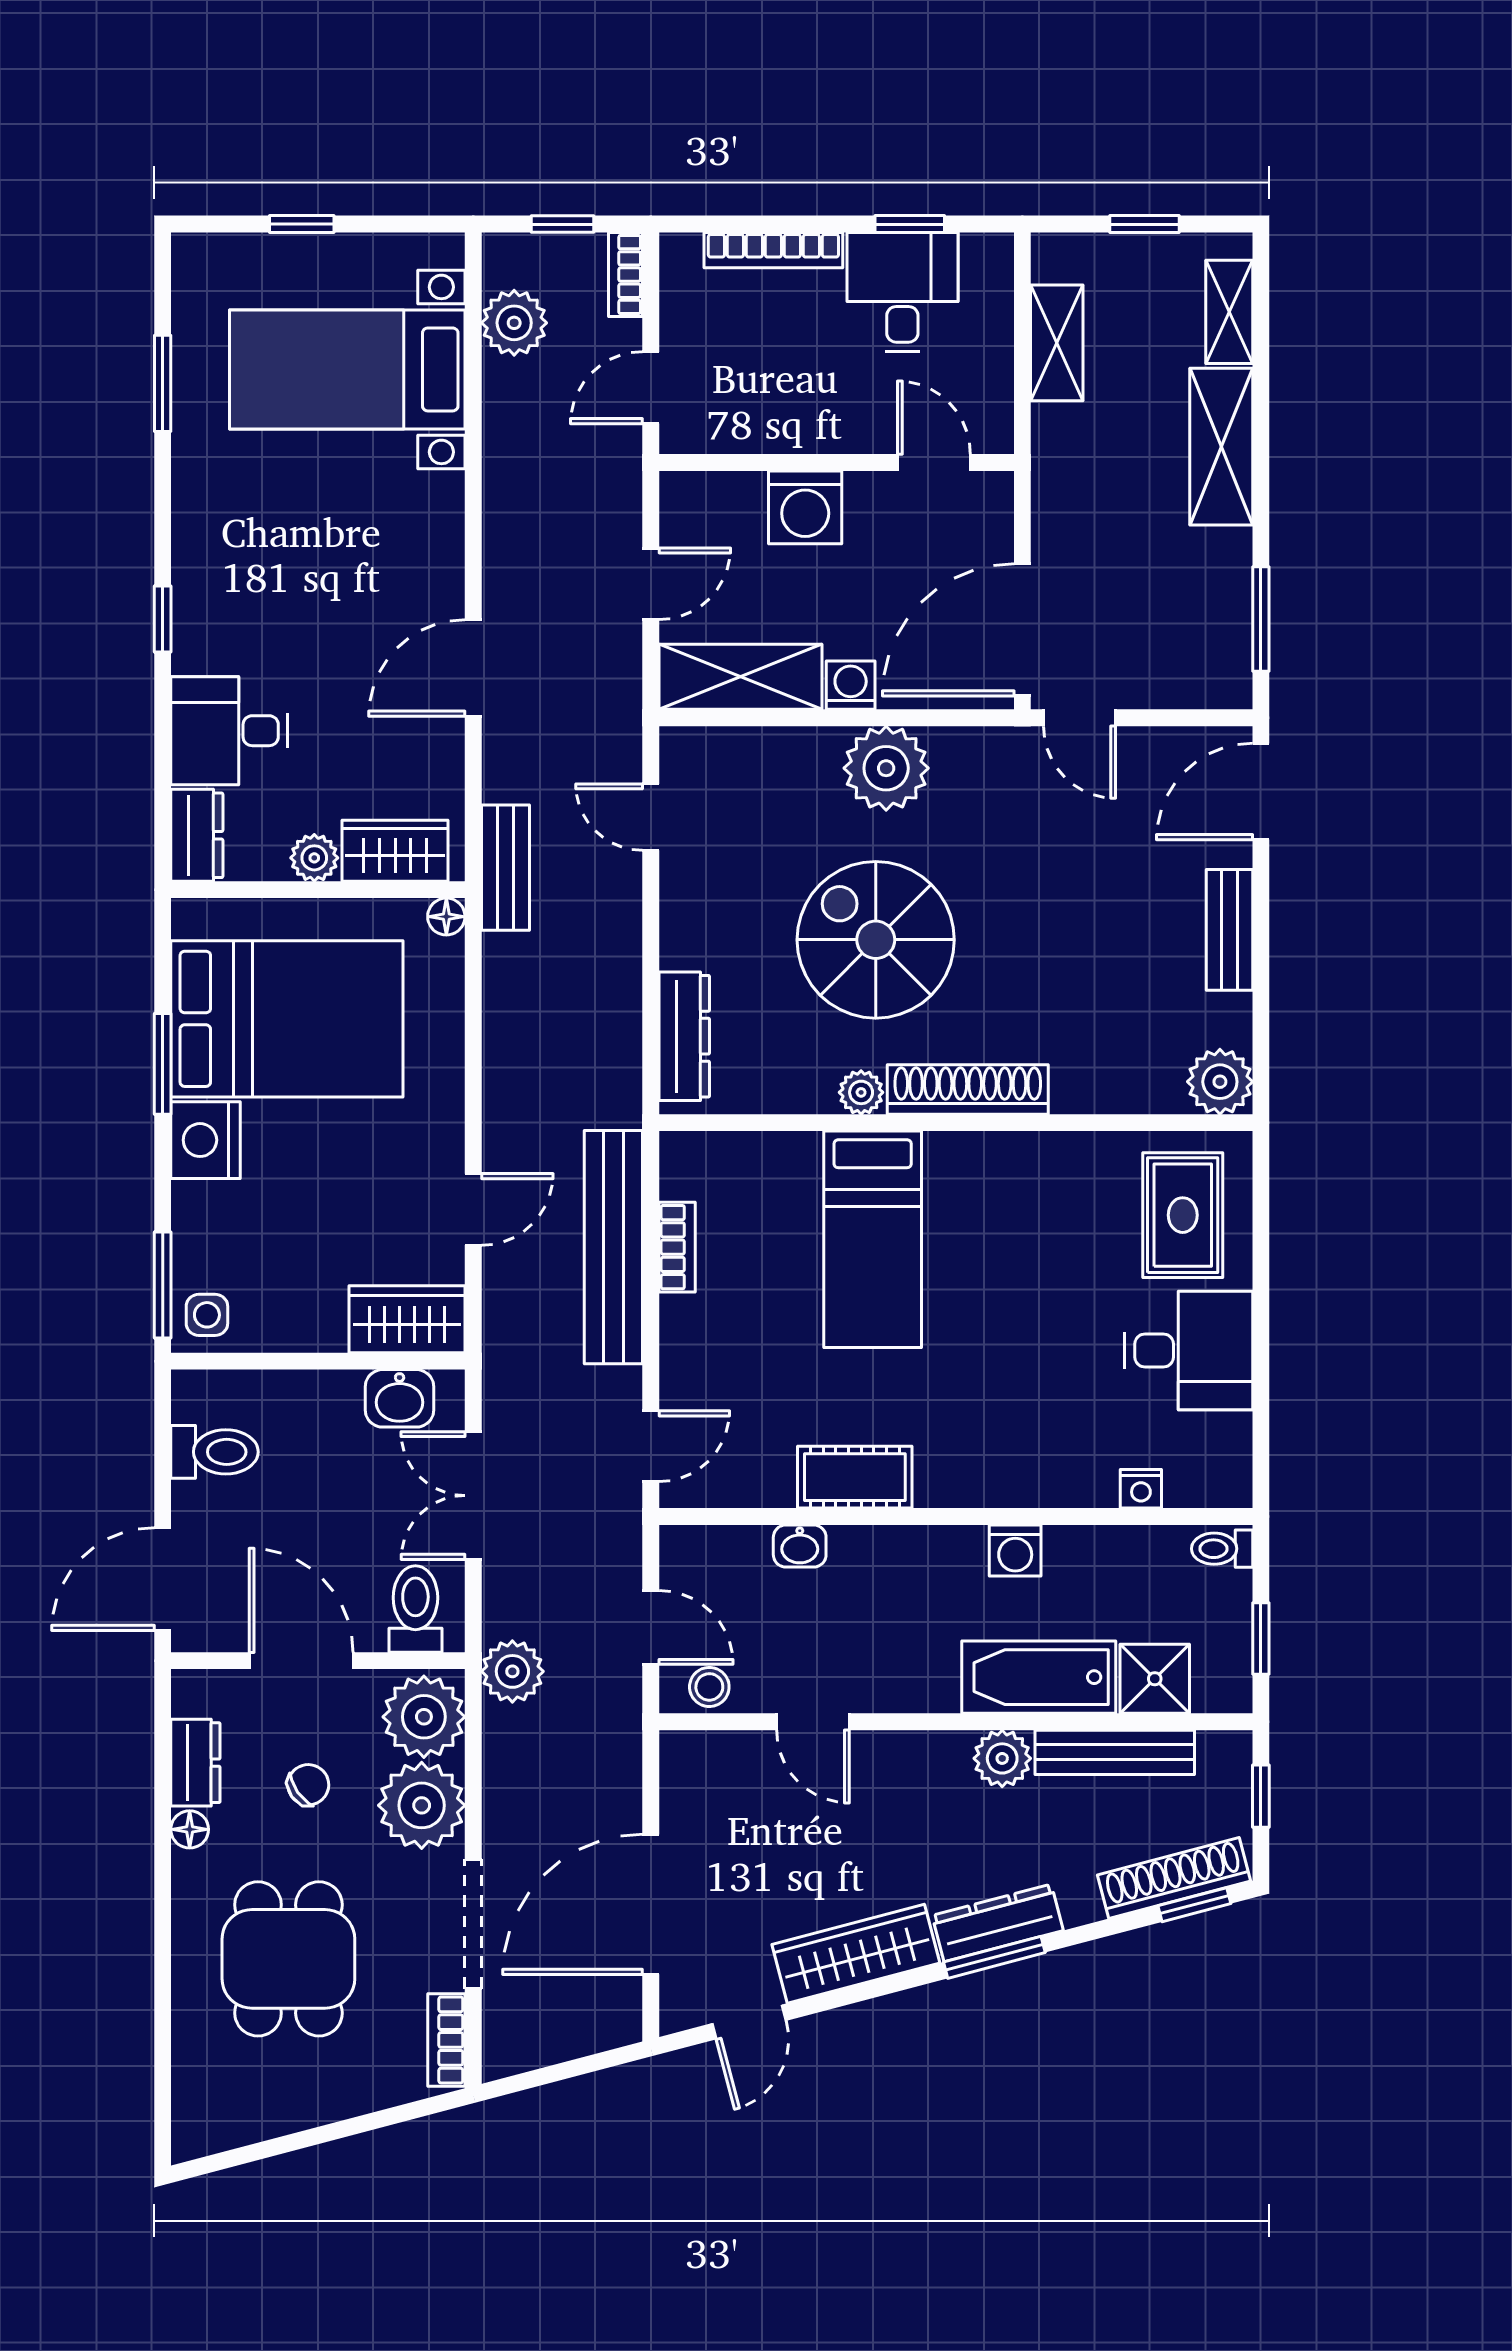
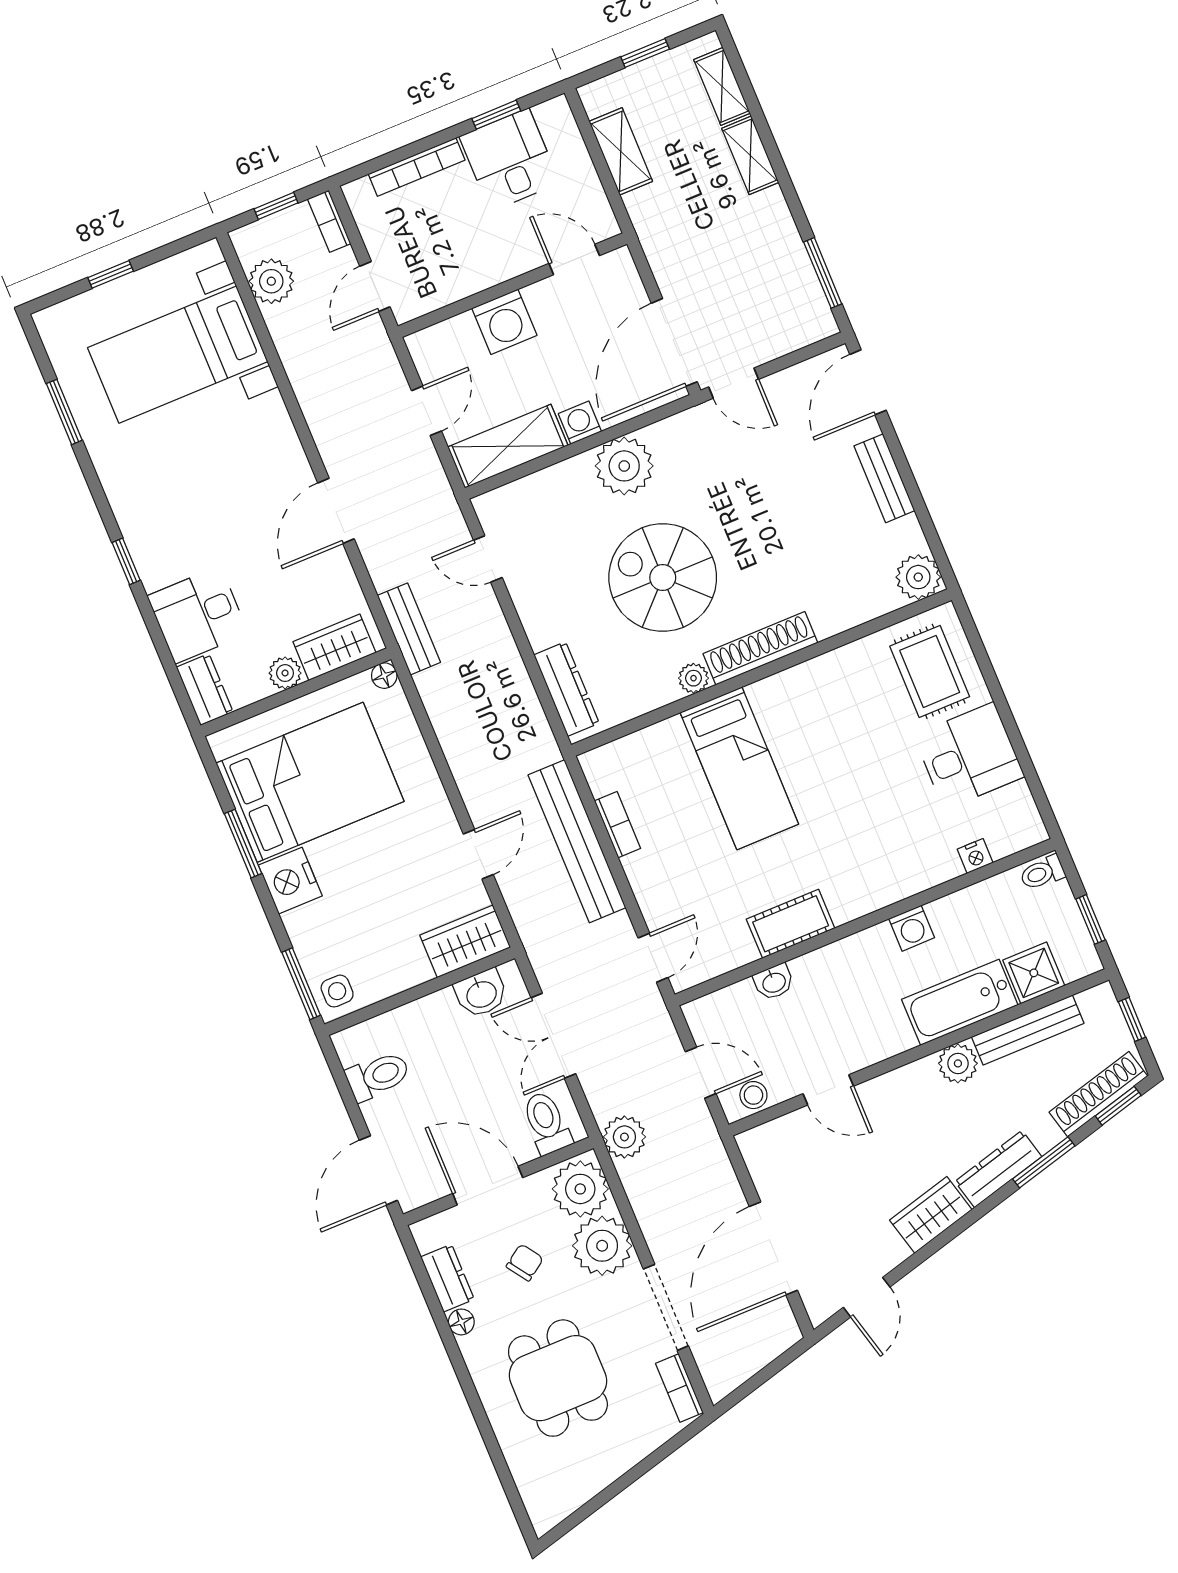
shelving: (1221, 447) -> (750, 155), width x0.67, depth x0.75
wardrobe: (856, 1954) -> (931, 1215), width x0.67
window: (994, 1957) -> (1044, 1162), moved

